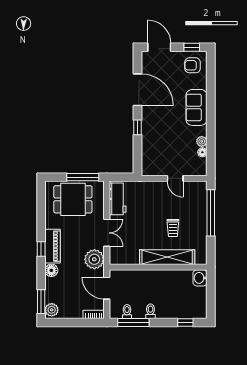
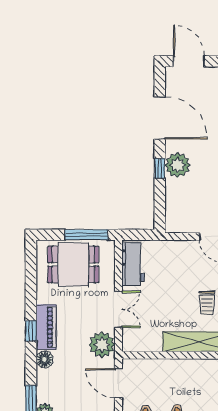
plant: (151, 125) -> (178, 165), added

